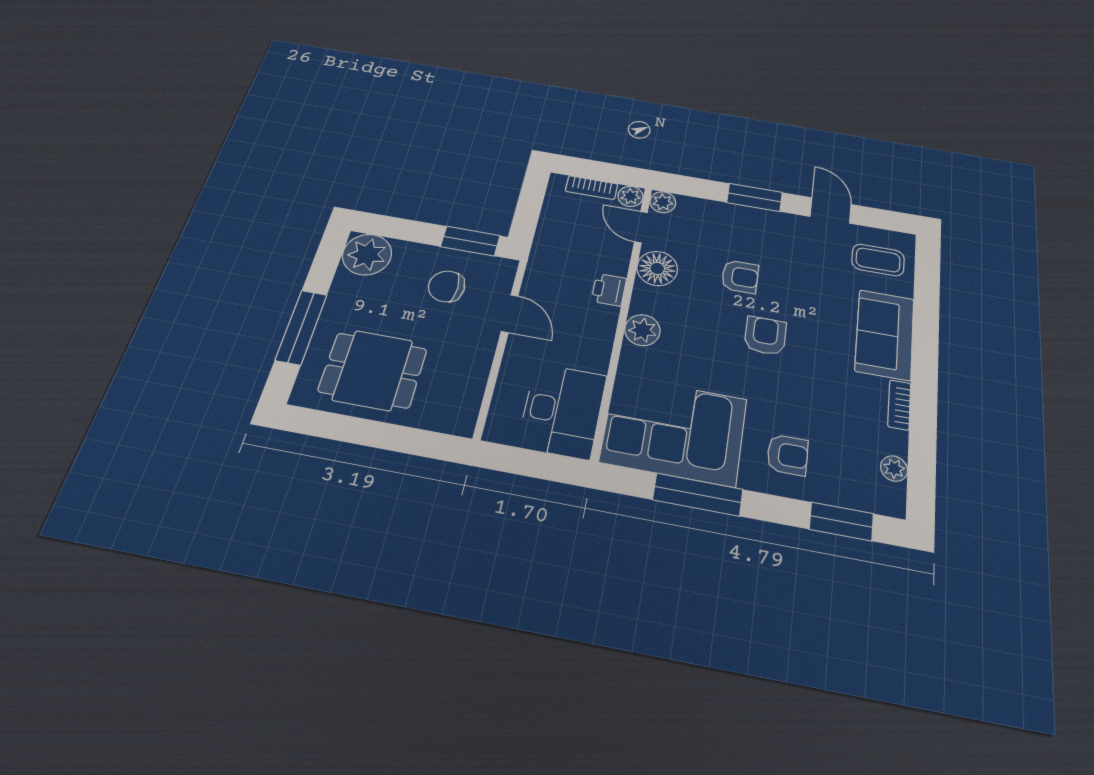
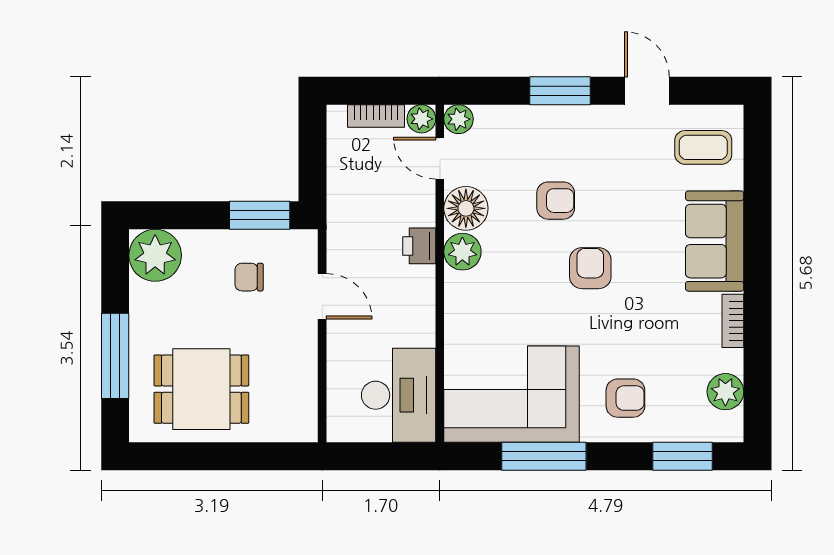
chair: (447, 286) -> (249, 277), width x0.73, depth x0.73
plant: (642, 330) -> (462, 252), moved
plant: (894, 469) -> (725, 392), width x1.38, depth x1.38

